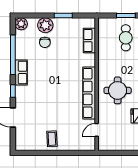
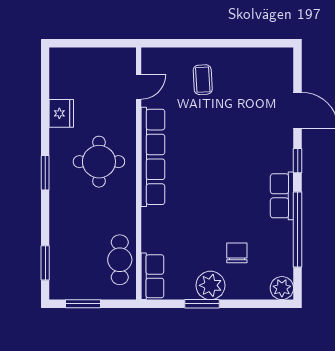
plant: (45, 25) -> (210, 285), moved
cafe table: (126, 38) -> (120, 260), moved
row of seats: (89, 41) -> (152, 276), moved
coffee table: (52, 139) -> (203, 80), moved

